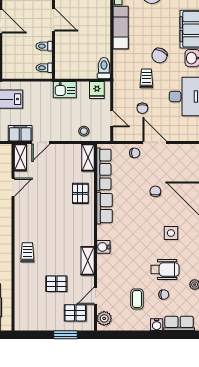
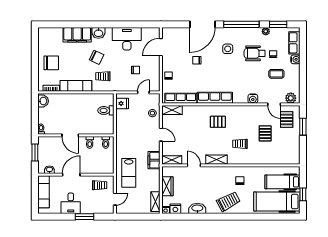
door: (54, 20) -> (70, 135), swing flipped
toilet: (104, 68) -> (106, 110), moved
trolley: (146, 78) -> (103, 76), moved
kitchen sink: (65, 90) -> (122, 127), removed
door: (41, 142) -> (161, 135), moved
door: (155, 142) -> (161, 47), moved
pallet: (80, 193) -> (218, 122), moved
row of seats: (105, 208) -> (215, 98), width x1.48
water cooler: (103, 247) -> (253, 99), moved
trolley: (27, 252) -> (240, 144), moved
shelving: (88, 261) -> (217, 160), moved
wheelchair: (165, 270) -> (255, 53), turned -90

